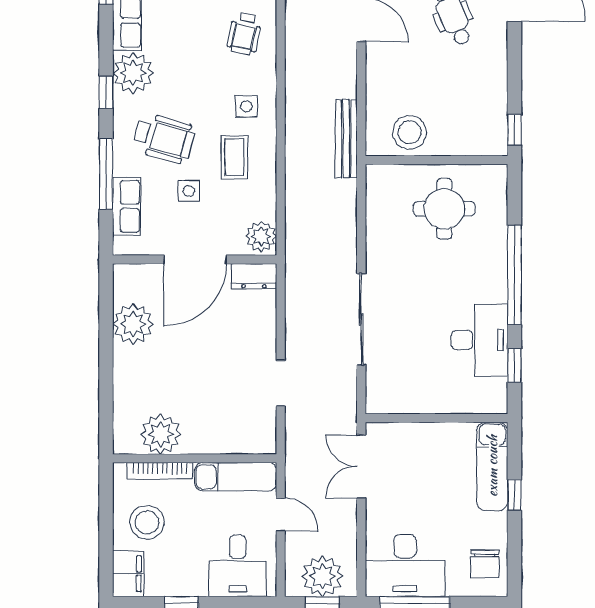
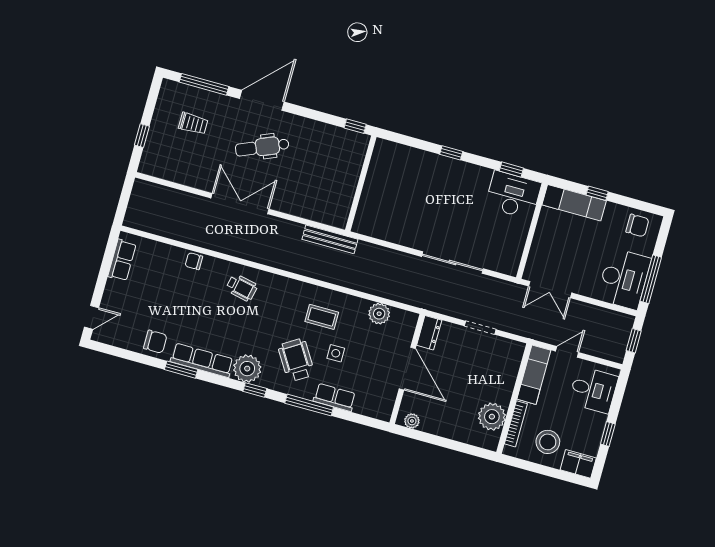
side table: (246, 106) -> (290, 300), removed
stool: (410, 132) -> (337, 196), removed
wheelchair: (164, 138) -> (296, 360), turned -48
round table: (444, 209) -> (395, 187), removed
door: (195, 259) -> (407, 369), moved
wall: (195, 259) -> (407, 369), moved
window: (514, 275) -> (451, 153), width x0.32
dresser: (254, 276) -> (429, 333), moved
plant: (133, 324) -> (412, 421), width x0.53, depth x0.53
desk: (479, 340) -> (513, 195), moved
plant: (322, 576) -> (616, 336), removed

